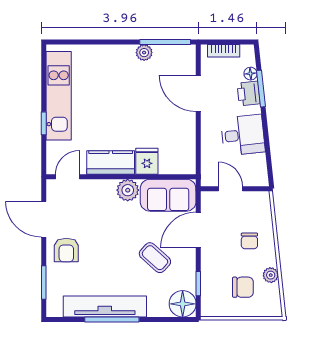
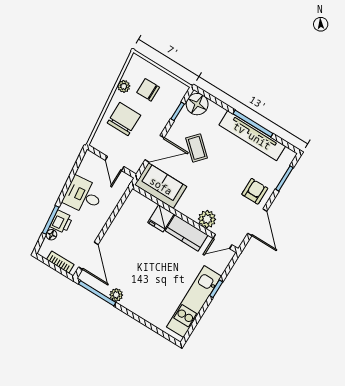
door: (198, 93) -> (88, 256), moved
plant: (128, 190) -> (207, 219), moved
chair: (249, 241) -> (124, 119), width x1.87, depth x1.87

